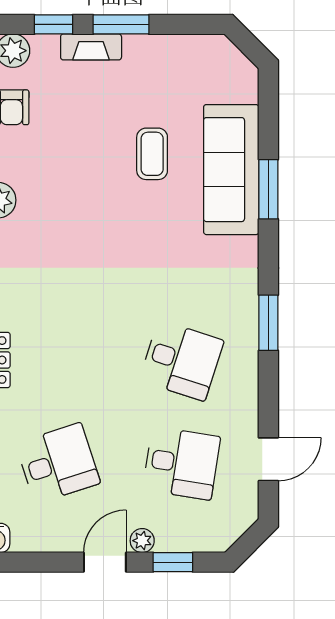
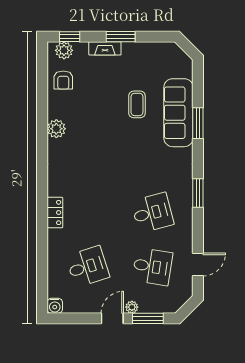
window: (53, 24) -> (70, 37), moved
desk: (182, 360) -> (152, 213), turned -33
window: (173, 562) -> (148, 318), width x1.50

